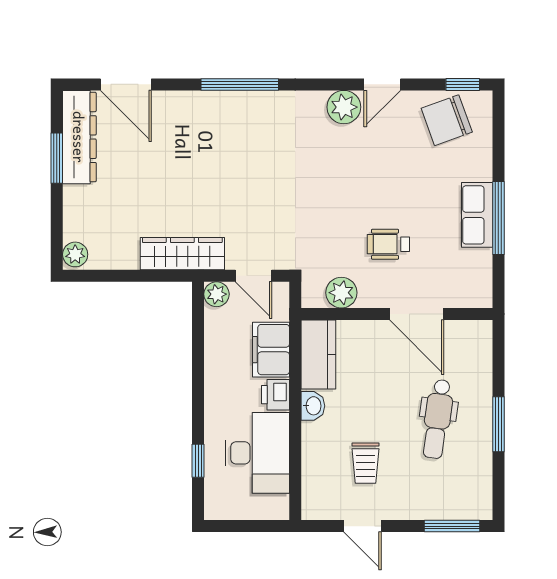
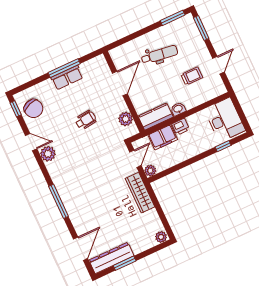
wheelchair: (388, 244) -> (86, 120), moved, turned -97
window: (498, 424) -> (173, 18), moved
desk: (258, 453) -> (225, 120), moved, turned 90

